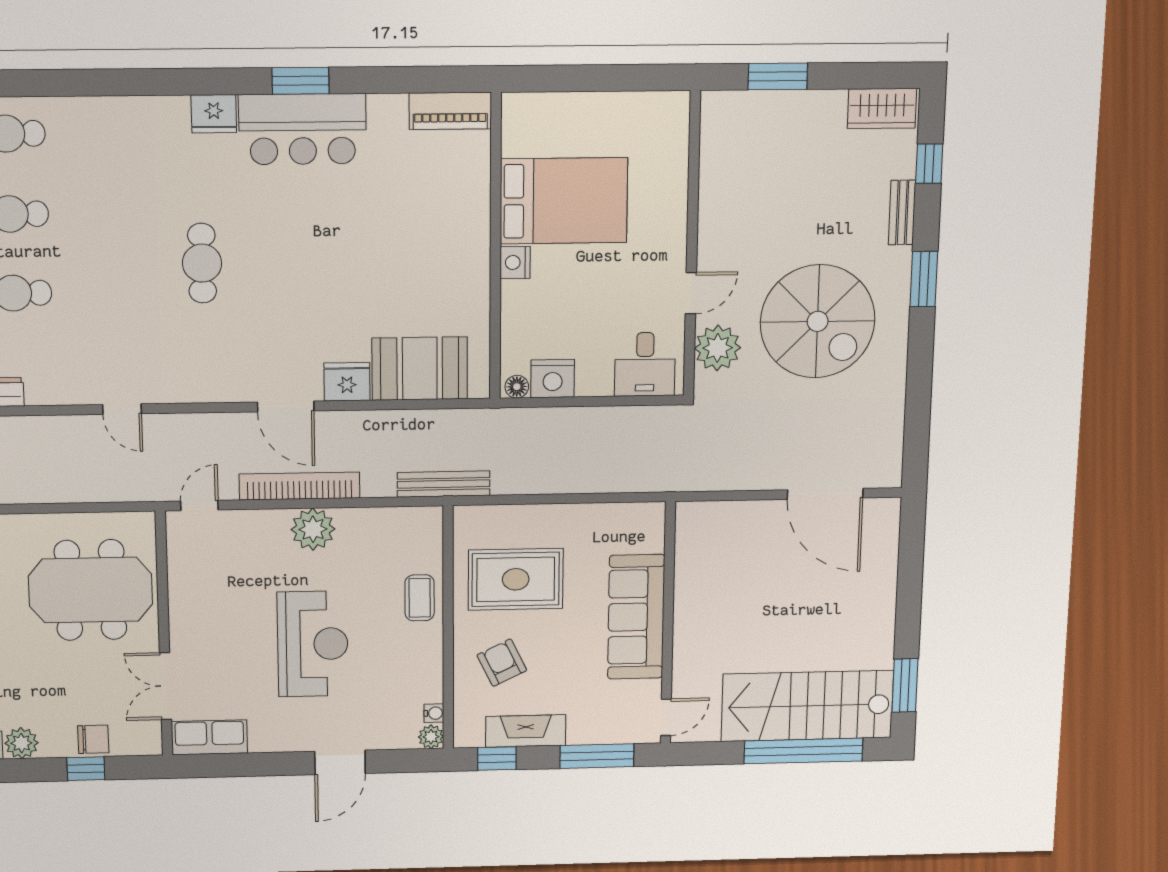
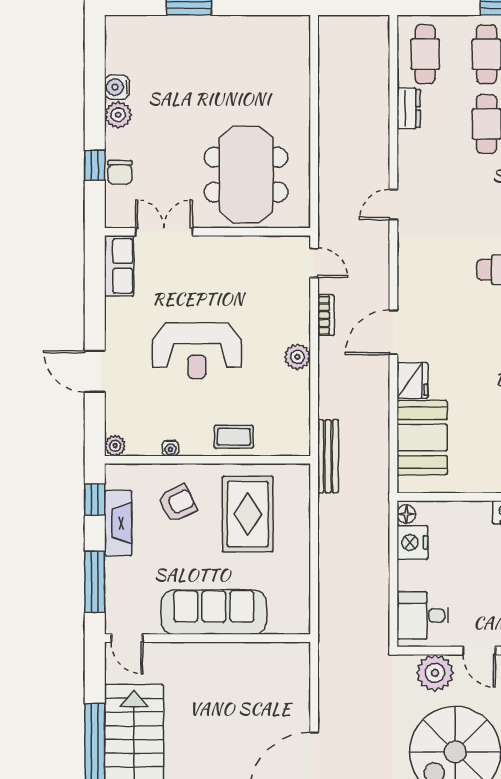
bookcase: (300, 486) -> (326, 315), width x0.43, depth x0.76
plant: (313, 529) -> (297, 357), width x0.73, depth x0.73
water cooler: (434, 713) -> (170, 448), moved

